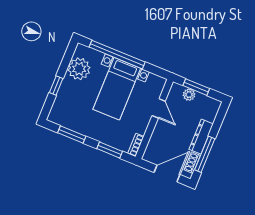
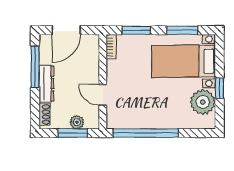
window: (117, 55) -> (145, 133), moved
window: (56, 86) -> (219, 88), moved
bed with nightstands: (117, 89) -> (184, 61), moved, turned -90
shoe rack: (192, 163) -> (45, 115), moved

